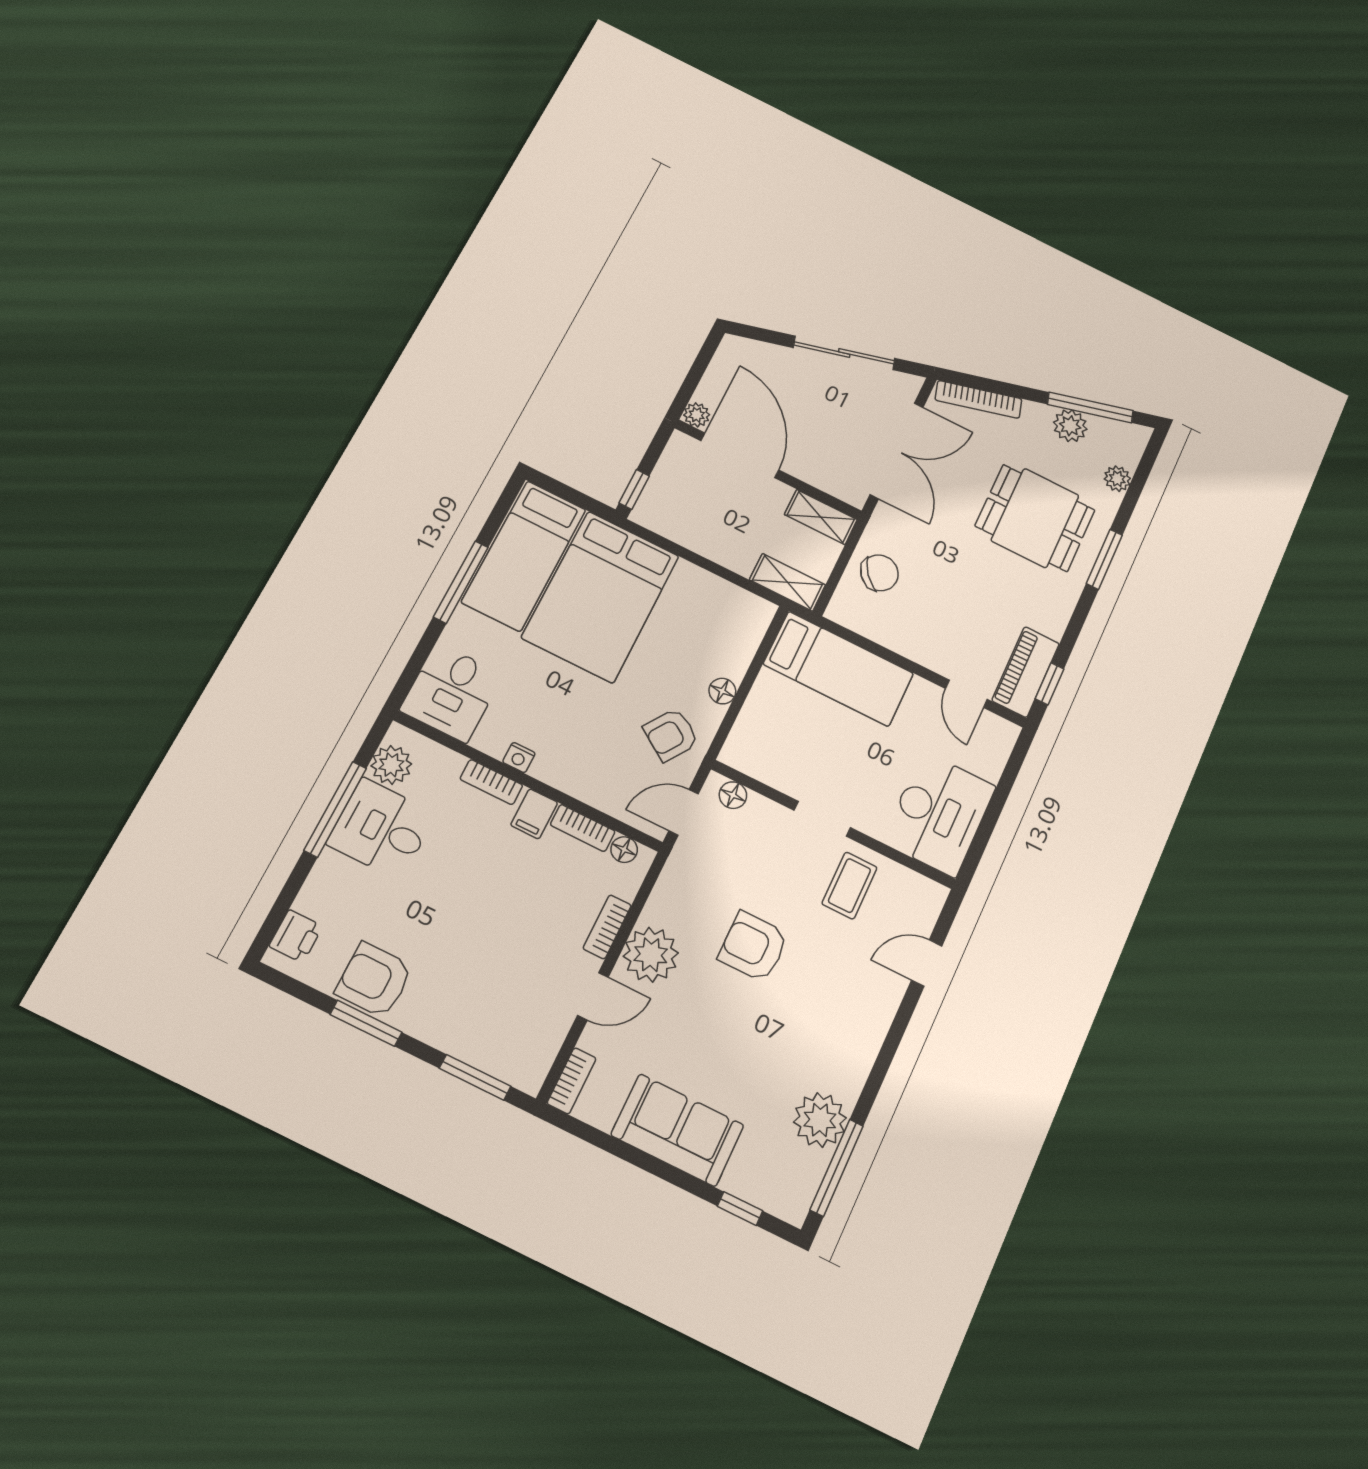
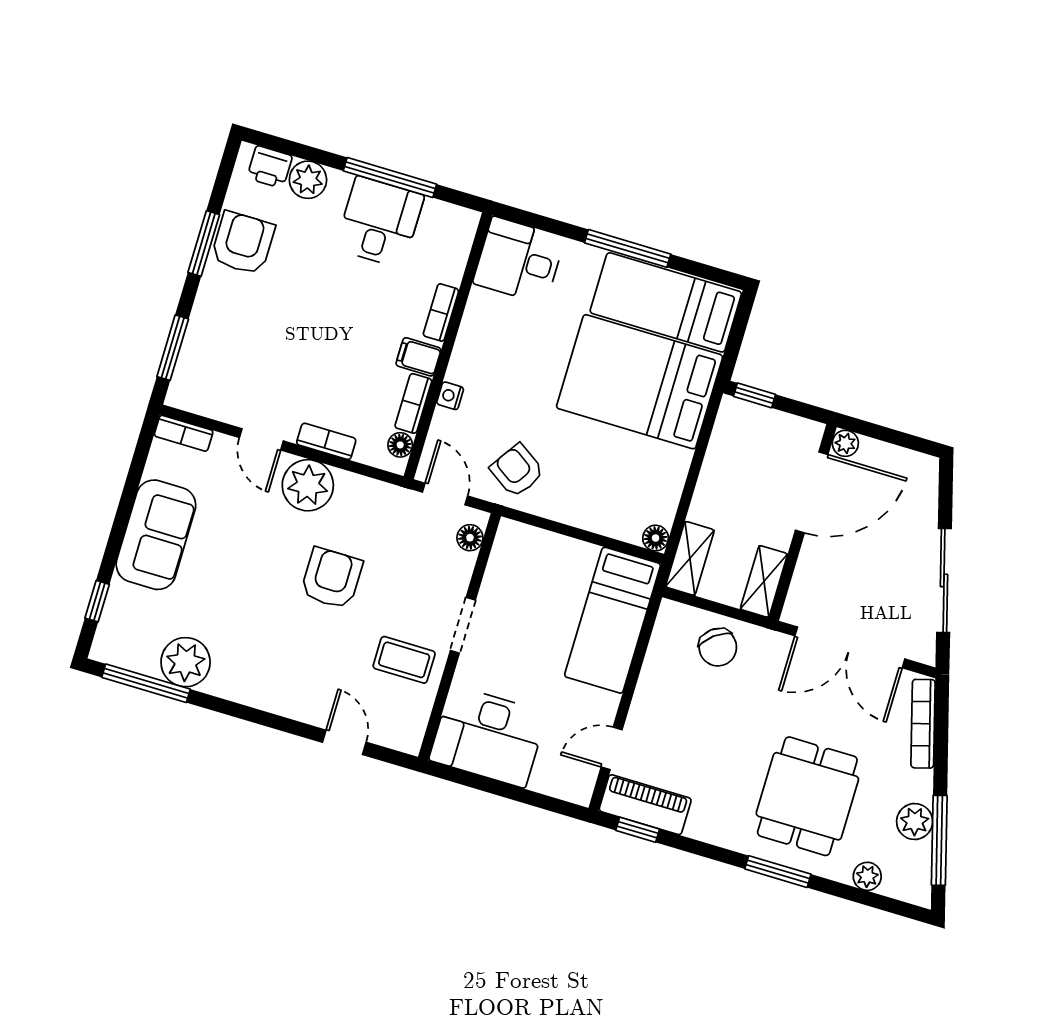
floor lamp: (722, 691) -> (656, 538), moved
nightstand: (519, 758) -> (450, 396), moved
plant: (391, 765) -> (308, 180), moved

